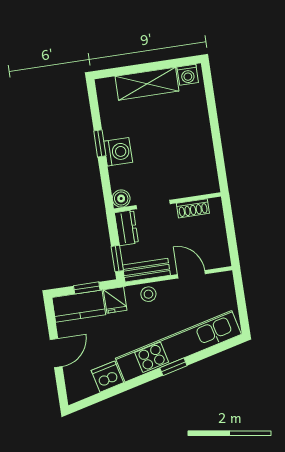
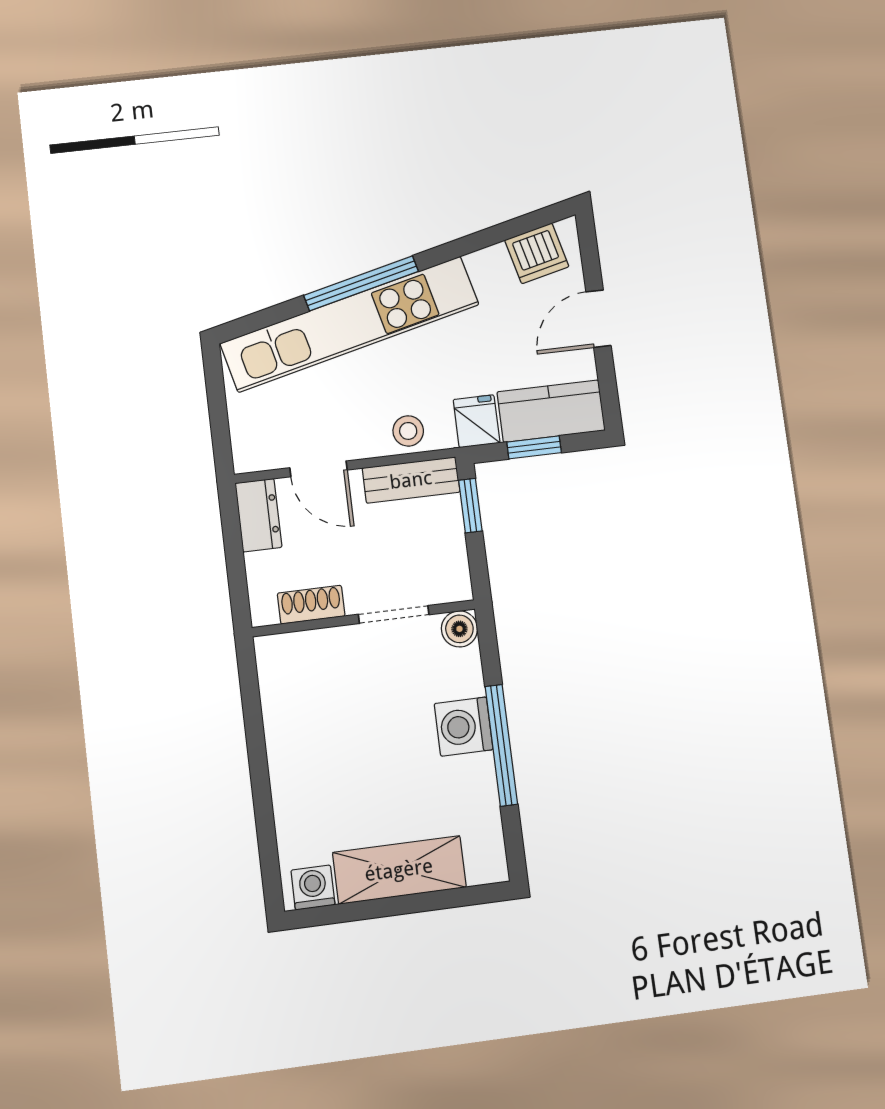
window: (100, 143) -> (501, 745), width x2.17
dresser: (126, 228) -> (258, 515), moved, turned 180
window: (173, 367) -> (361, 283), width x2.17
dishwasher: (107, 377) -> (537, 253), moved

